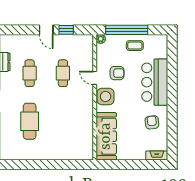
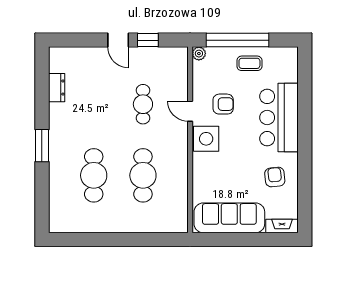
cafe table: (30, 73) -> (143, 175), moved, width x1.37, depth x1.35
sofa: (106, 136) -> (229, 218), moved, turned -90

